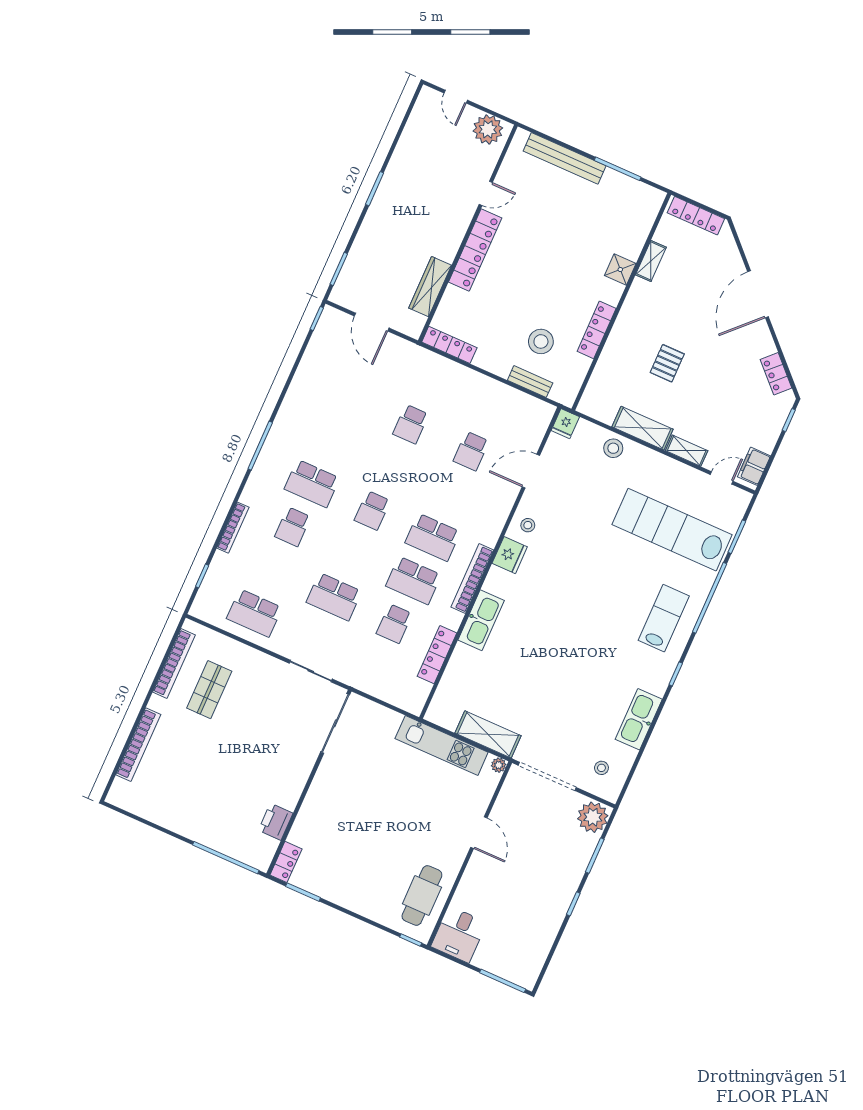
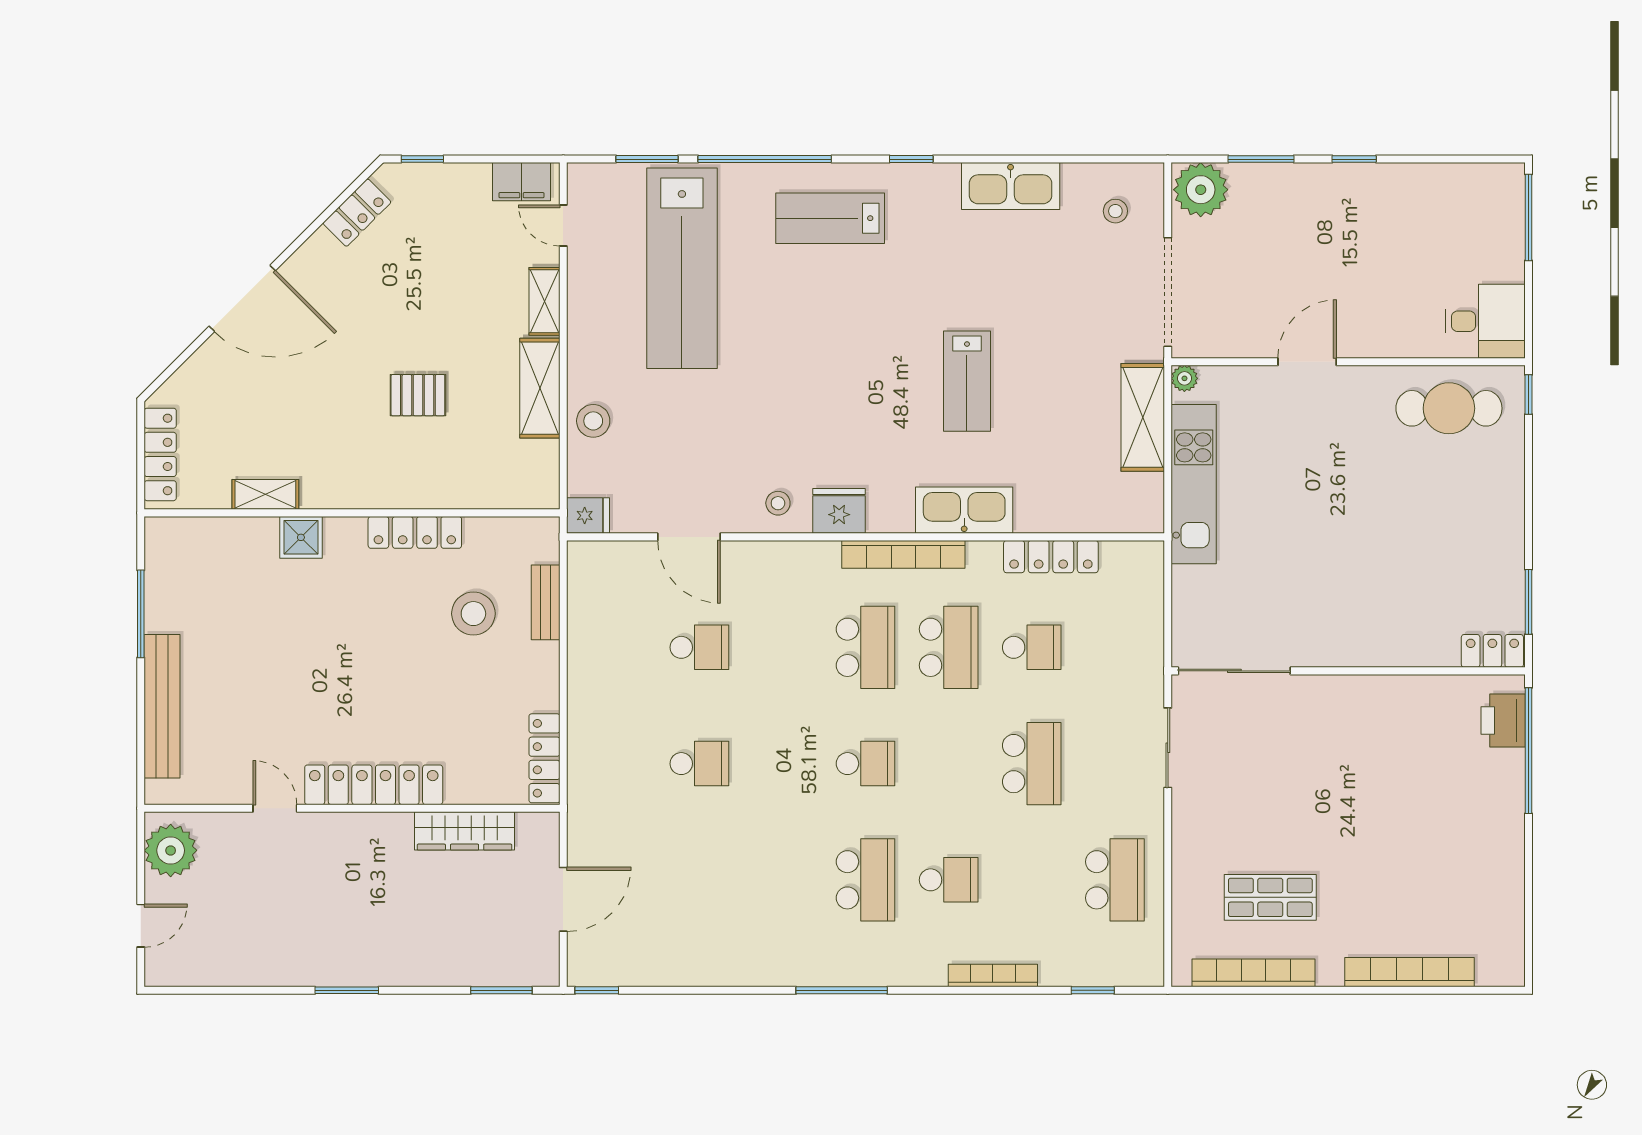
lab bench: (547, 652) -> (967, 381), added
printer: (276, 822) -> (1503, 720), moved, turned 90

